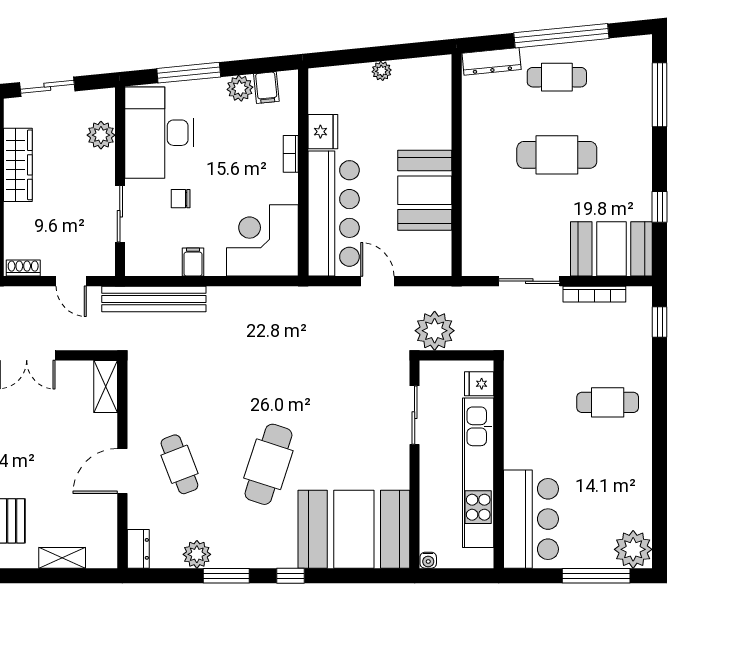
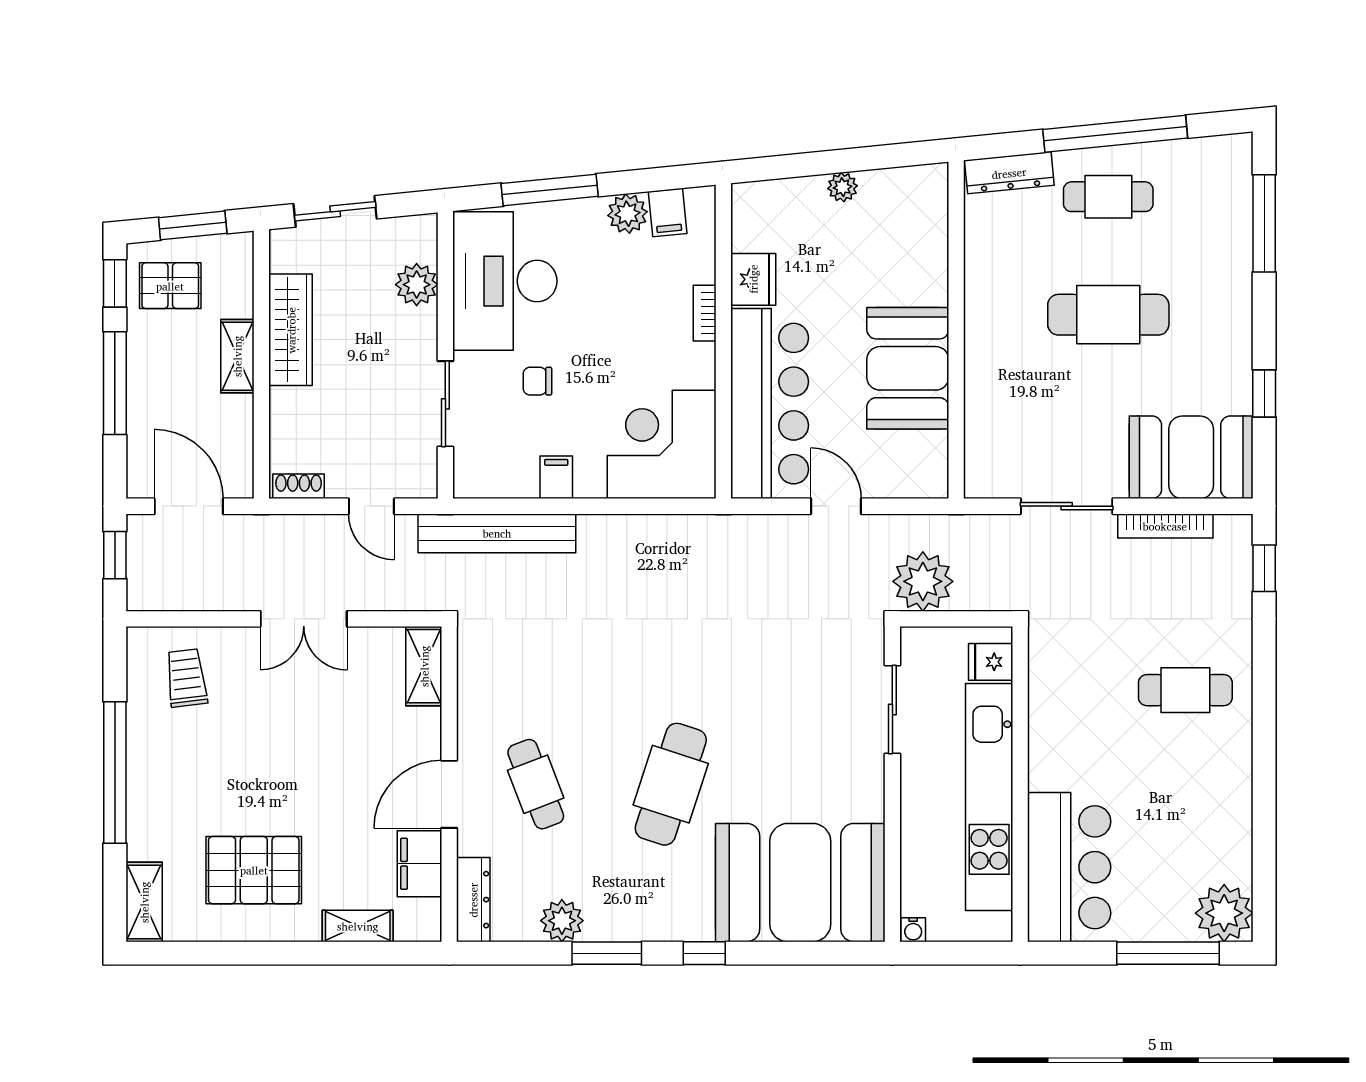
filing cabinet: (103, 517) -> (420, 864), added
dresser: (138, 549) -> (473, 900), width x1.44

